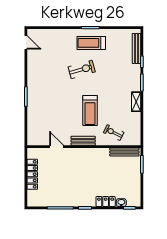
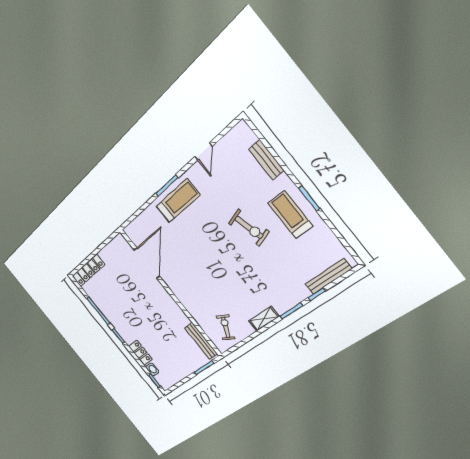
door: (26, 42) -> (203, 151), moved
treadmill: (90, 111) -> (178, 201), moved, turned 180
exercise bike: (114, 133) -> (226, 327), moved
bench: (83, 141) -> (266, 160), moved
door: (57, 147) -> (147, 263), width x1.87
locker: (32, 174) -> (88, 270), moved

